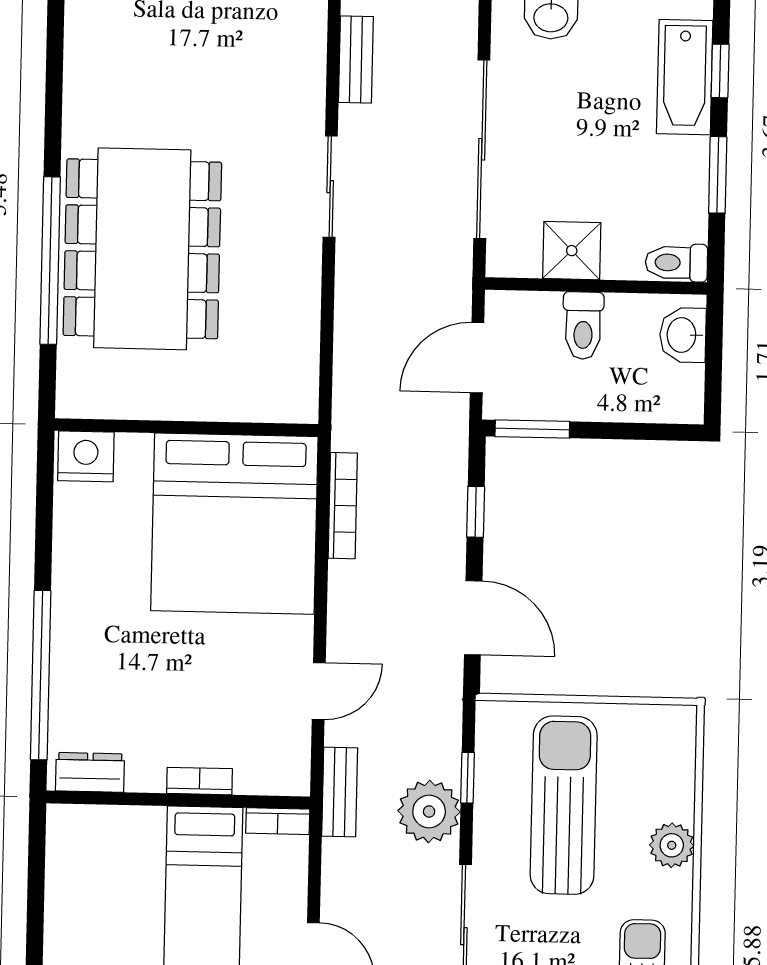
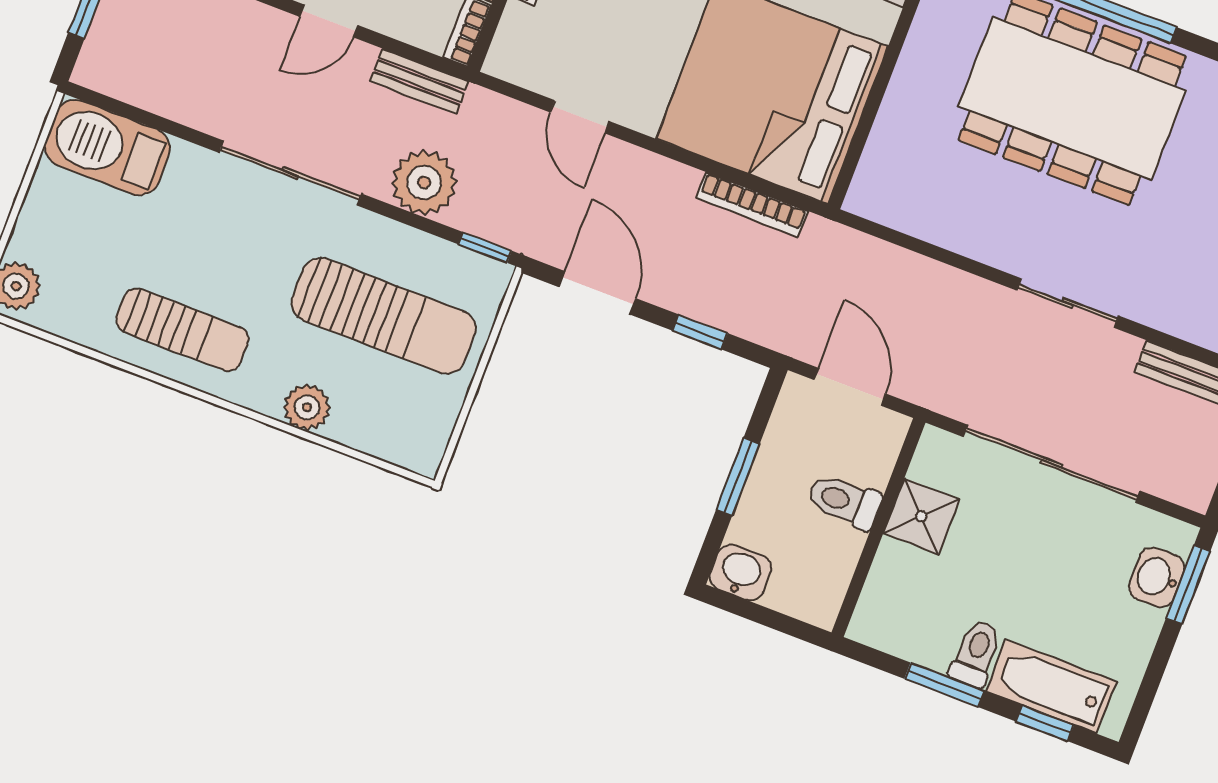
toilet: (676, 263) -> (976, 653), moved
washbasin: (683, 335) -> (741, 572), moved
window: (532, 429) -> (738, 477), moved
door: (473, 618) -> (598, 293), swing flipped
window: (467, 778) -> (485, 247), moved
bench: (340, 792) -> (419, 81), moved

